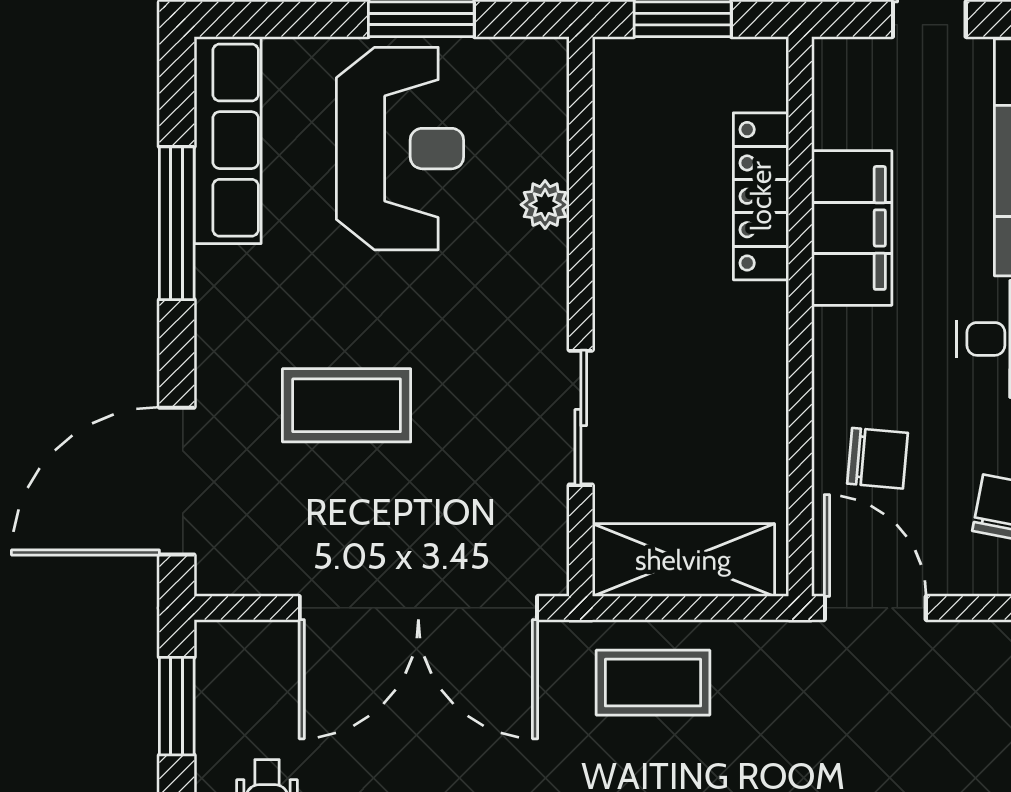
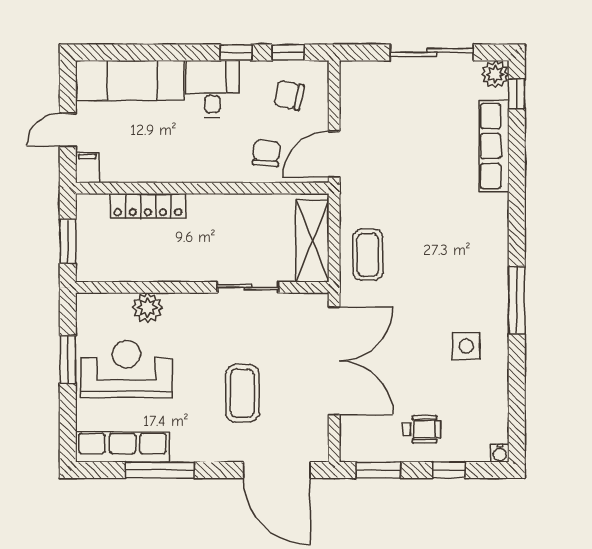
plant: (545, 205) -> (148, 308), width x1.38, depth x1.38
filing cabinet: (852, 228) -> (87, 167), moved, width x0.33, depth x0.86

